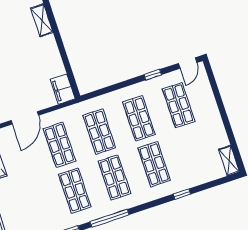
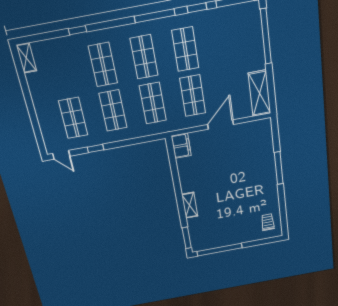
door: (188, 63) -> (61, 155), swing flipped

